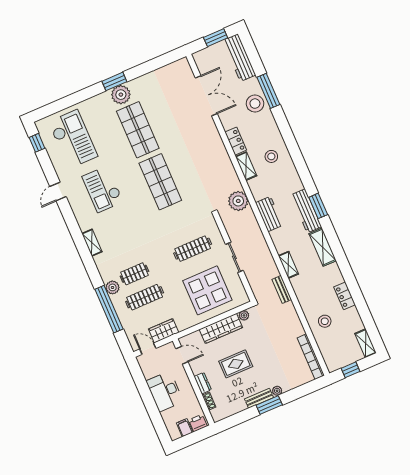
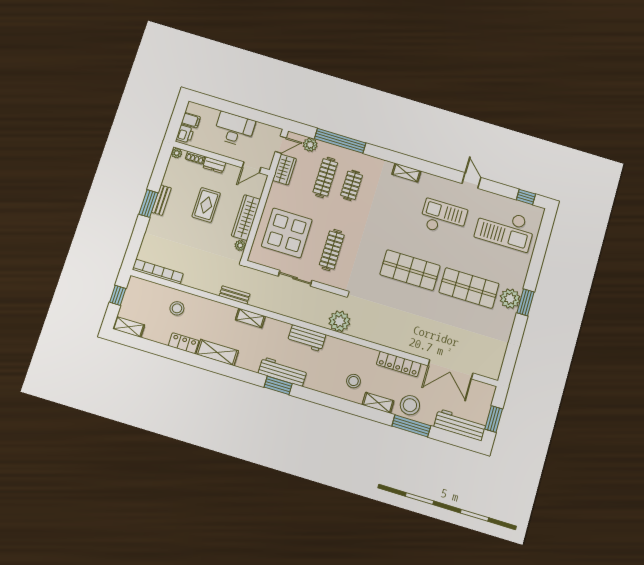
locker: (236, 141) -> (399, 364), width x1.53
shelving: (246, 166) -> (378, 403), moved
shelving: (323, 247) -> (217, 352), moved
plant: (113, 287) -> (310, 145), moved
plant: (277, 391) -> (177, 153), moved

